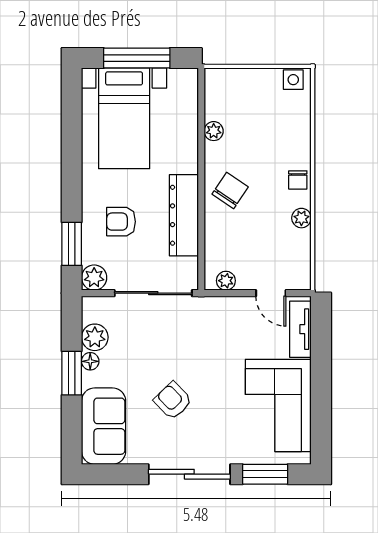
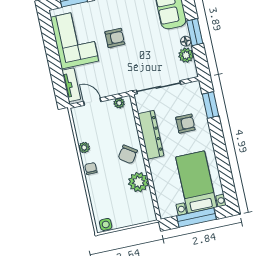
plant: (214, 131) -> (139, 182), width x1.87, depth x1.87
plant: (94, 278) -> (194, 89), removed
armchair: (173, 401) -> (115, 38), moved, turned -46

